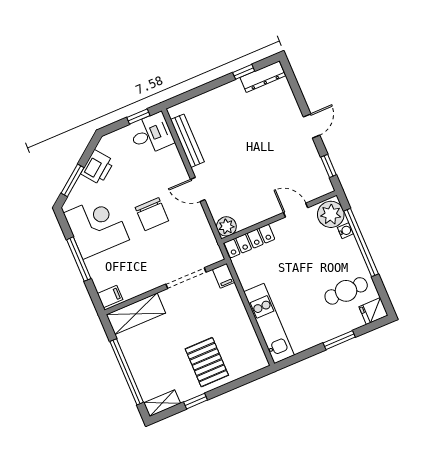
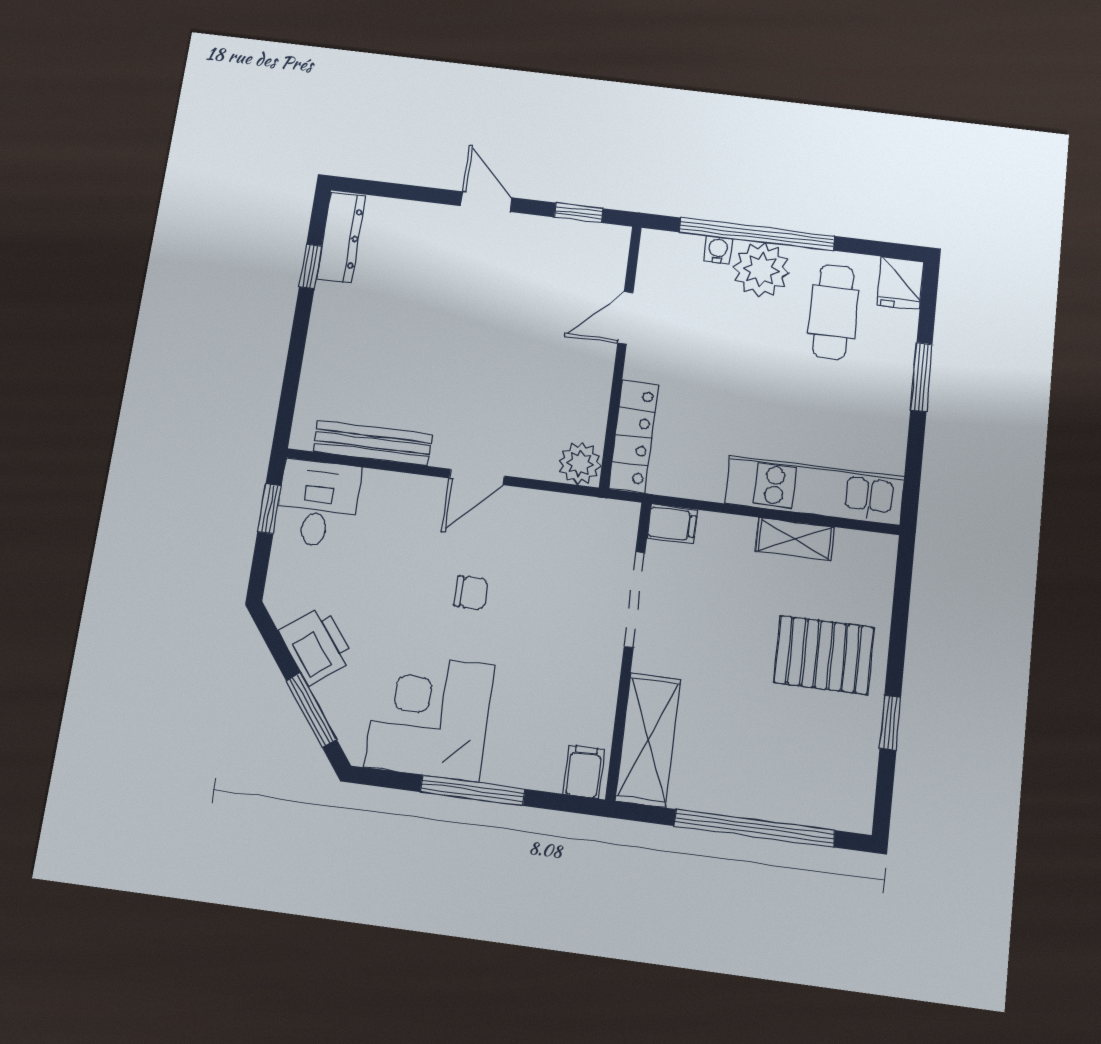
chair: (152, 214) -> (471, 593), width x0.54, depth x0.54
plant: (331, 214) -> (761, 270), moved
shelving: (162, 403) -> (795, 539), moved, turned 90

